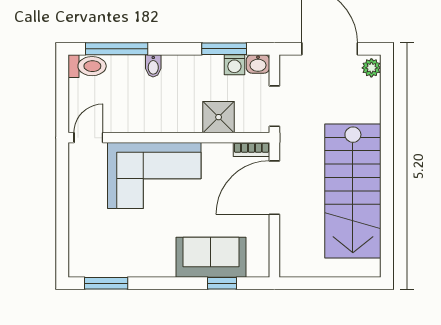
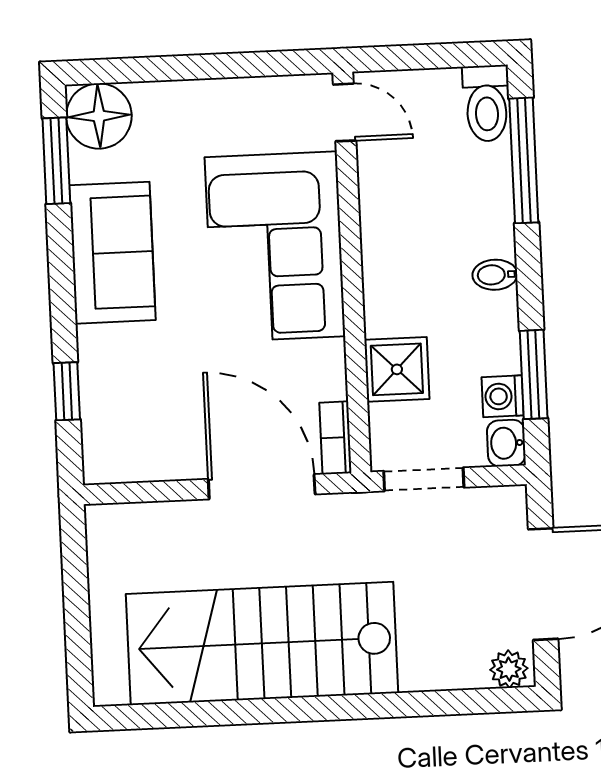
bidet: (153, 66) -> (495, 275), moved
sofa: (211, 257) -> (112, 253), moved
floor lamp: (85, 261) -> (99, 116), added

